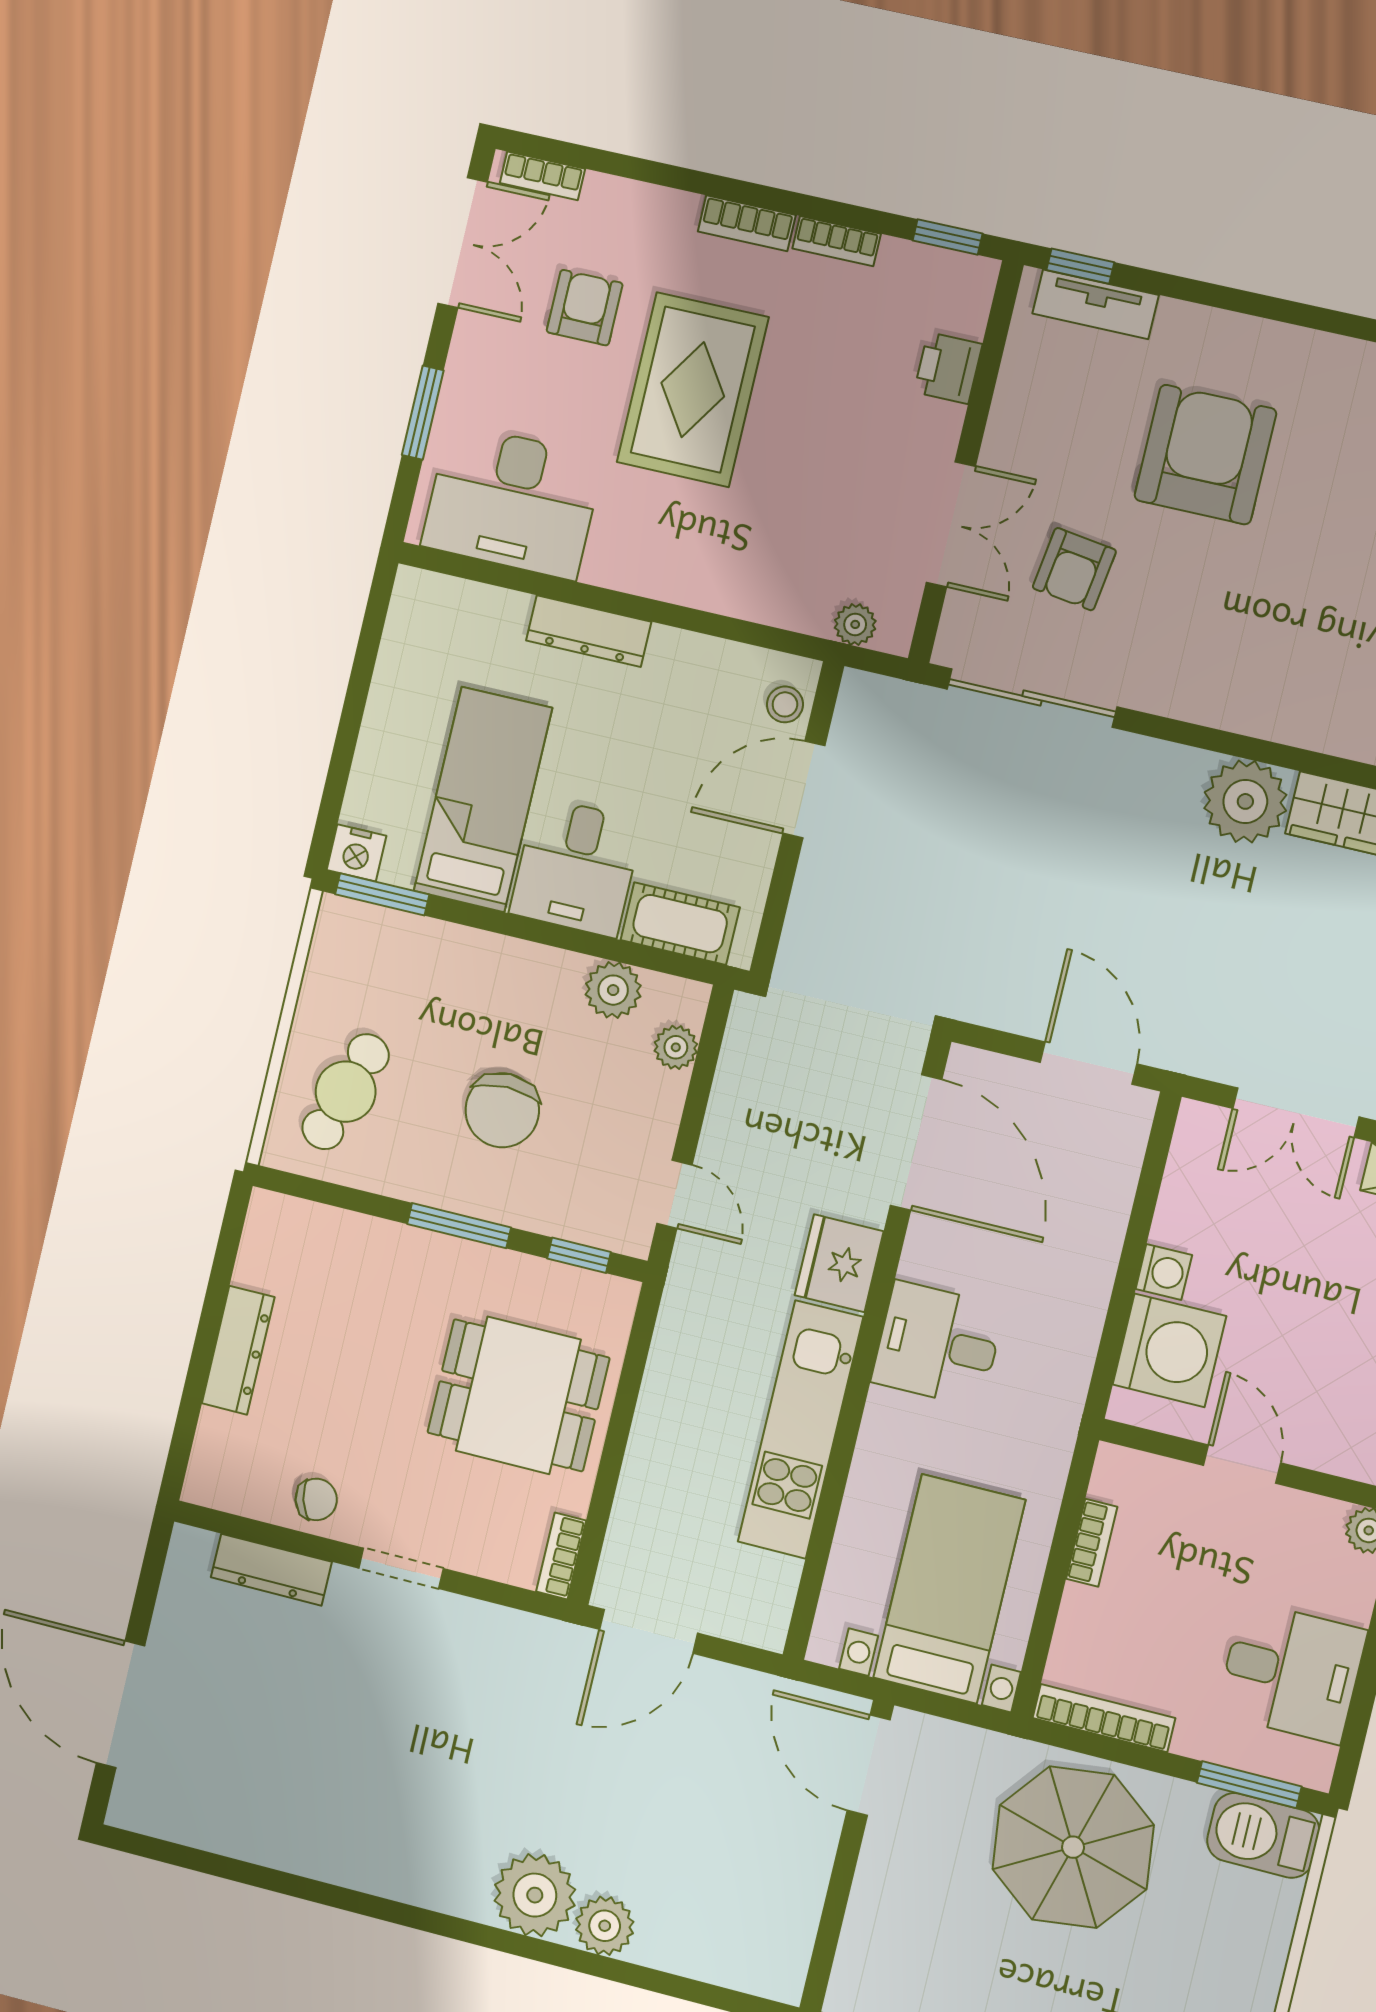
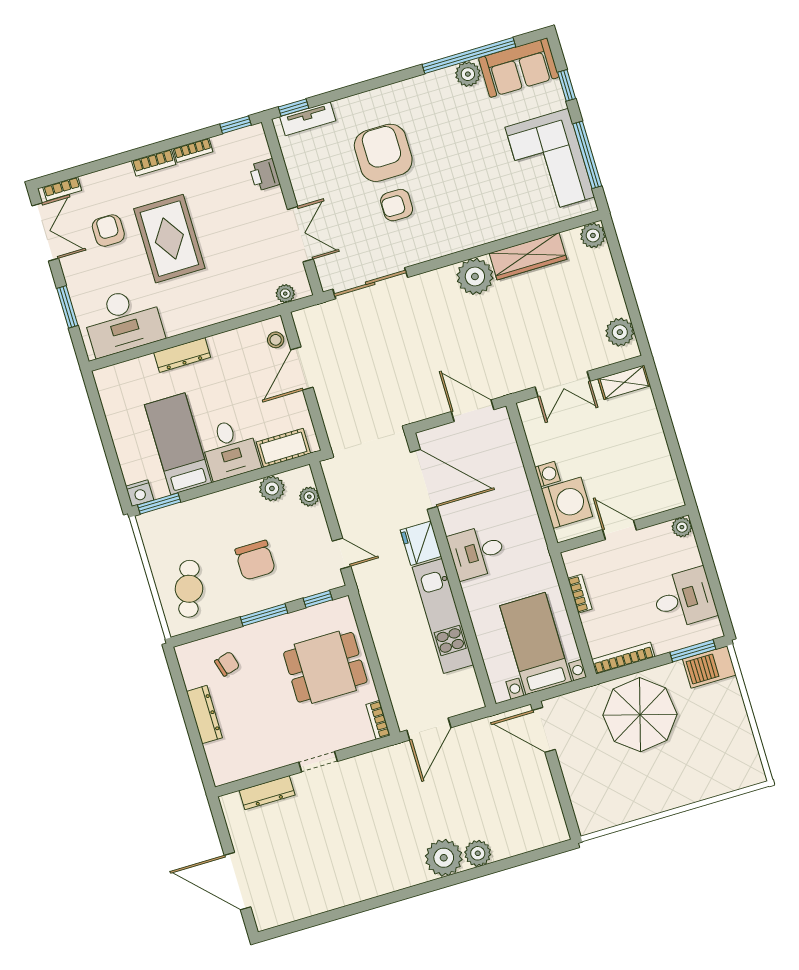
armchair: (1074, 569) -> (397, 205), moved, turned 82
chair: (316, 1499) -> (227, 664), moved

